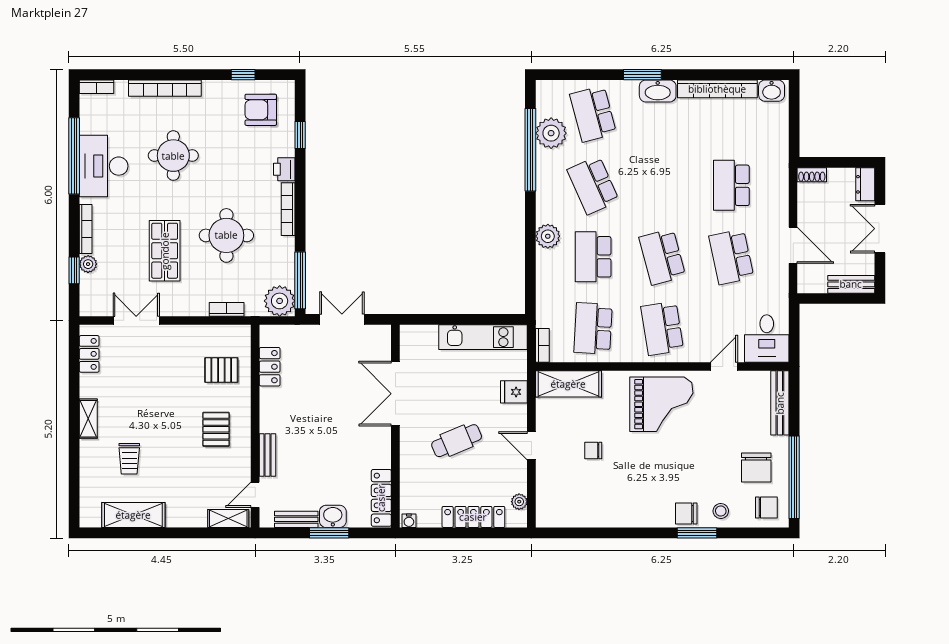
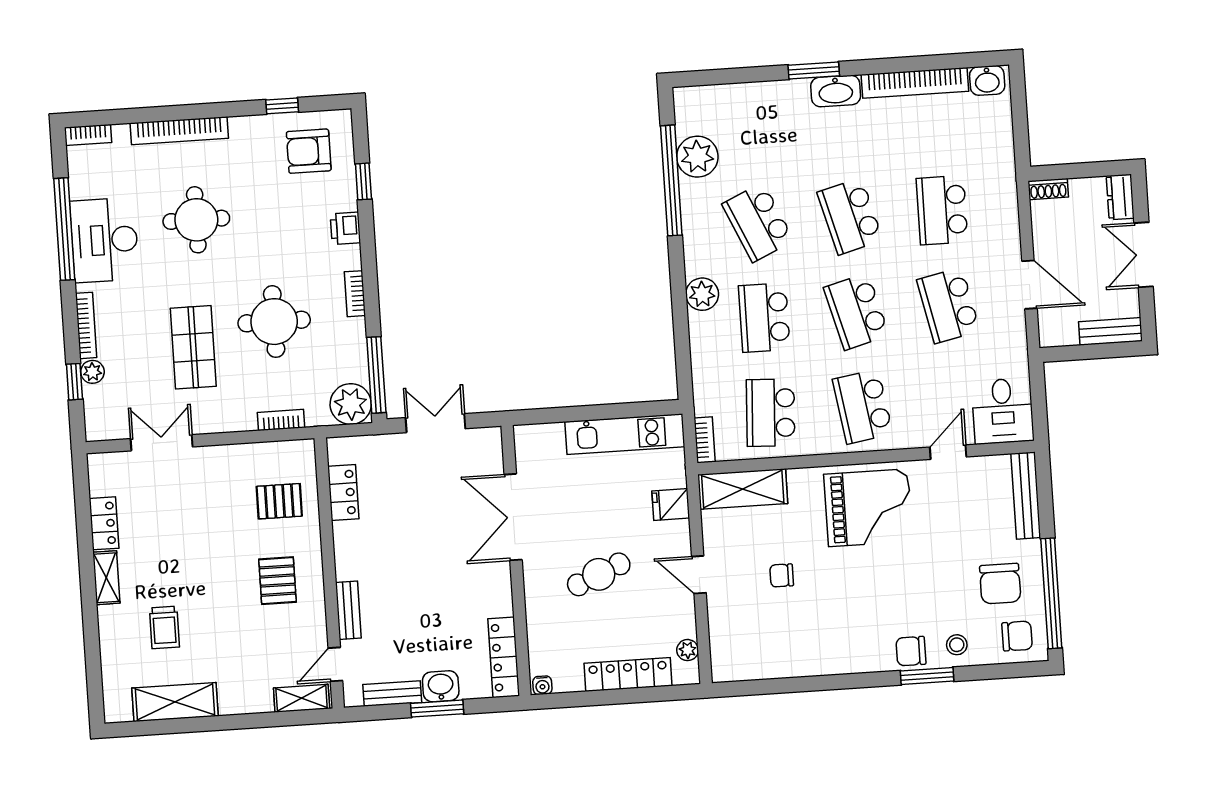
school desk: (593, 114) -> (850, 216), moved
bookcase: (288, 209) -> (355, 294), width x0.64
locker: (89, 354) -> (104, 523), moved

